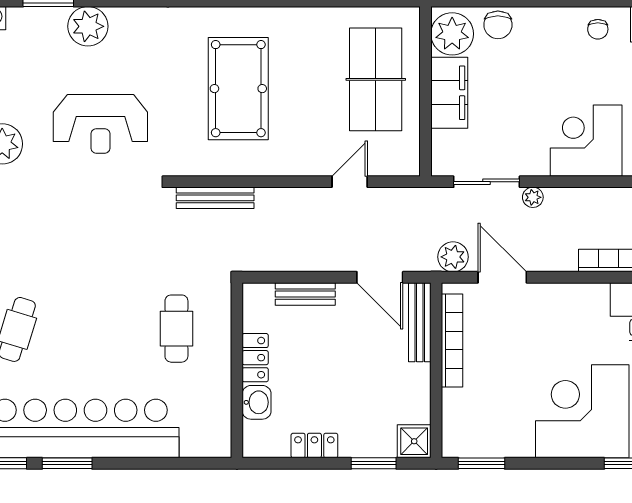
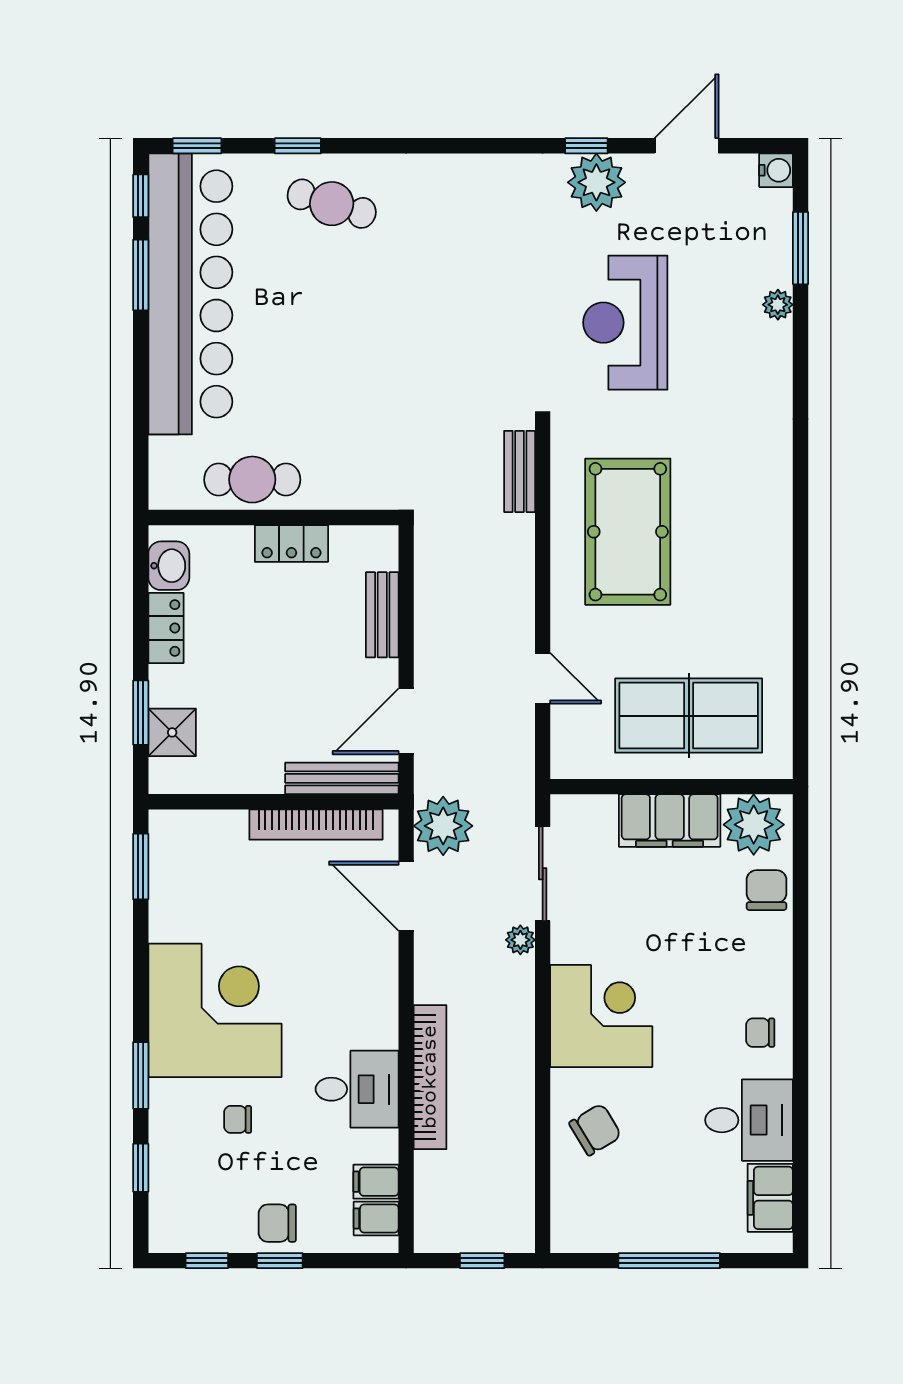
chair: (498, 25) -> (767, 890), turned 90
plant: (88, 26) -> (778, 305), width x0.53, depth x0.53
pool table: (238, 89) -> (628, 532), moved, turned 90
bench: (215, 198) -> (520, 471), width x0.73
plant: (453, 257) -> (443, 826), width x1.36, depth x1.36
door: (502, 277) -> (406, 896), swing flipped
cafe table: (176, 329) -> (252, 480), moved
washbasin: (257, 402) -> (169, 566), moved, turned -90
shower: (414, 441) -> (172, 732), moved

